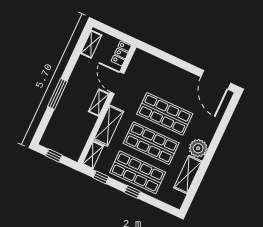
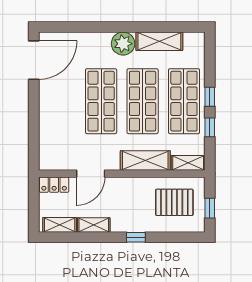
window: (57, 94) -> (136, 237), width x0.46
shelving: (99, 103) -> (94, 225), moved
pallet: (69, 132) -> (174, 202), added
window: (101, 177) -> (210, 127), moved

